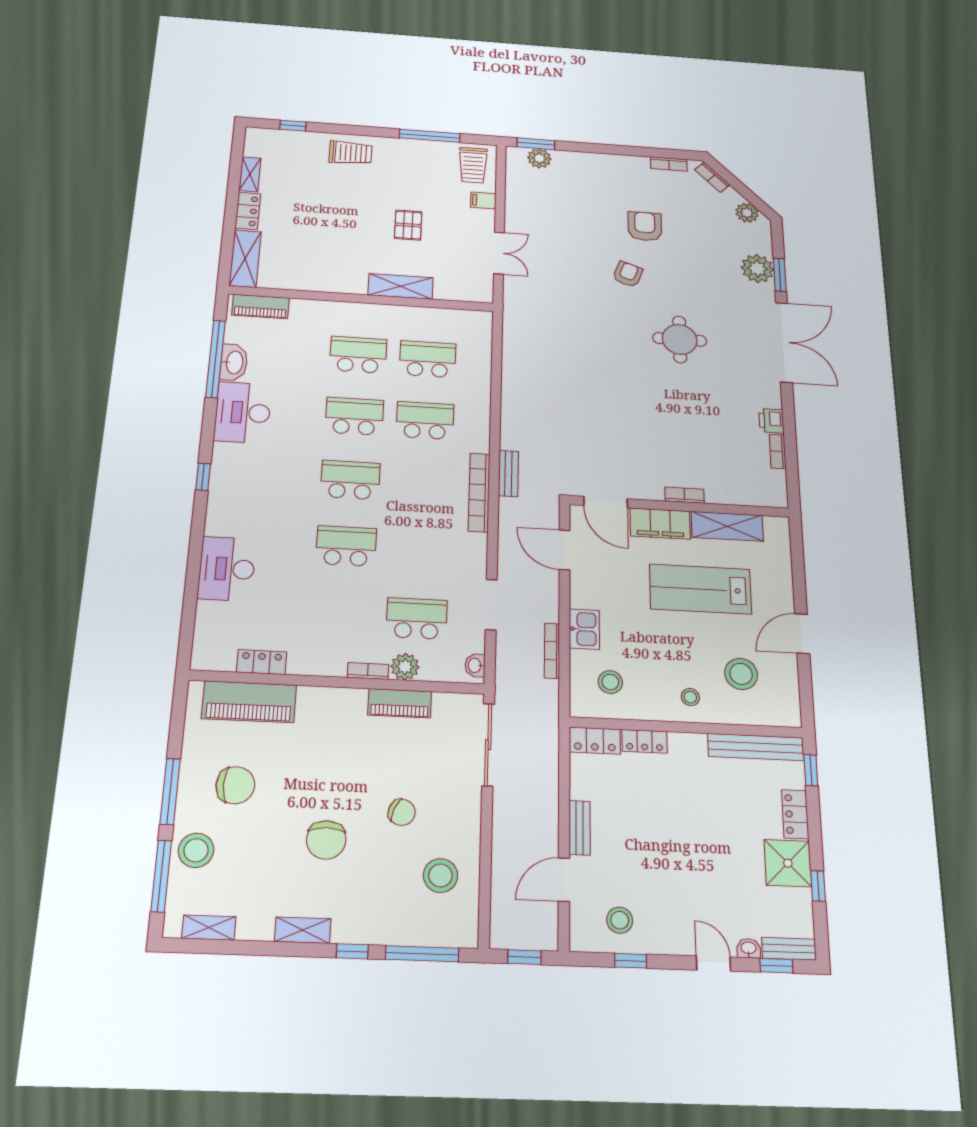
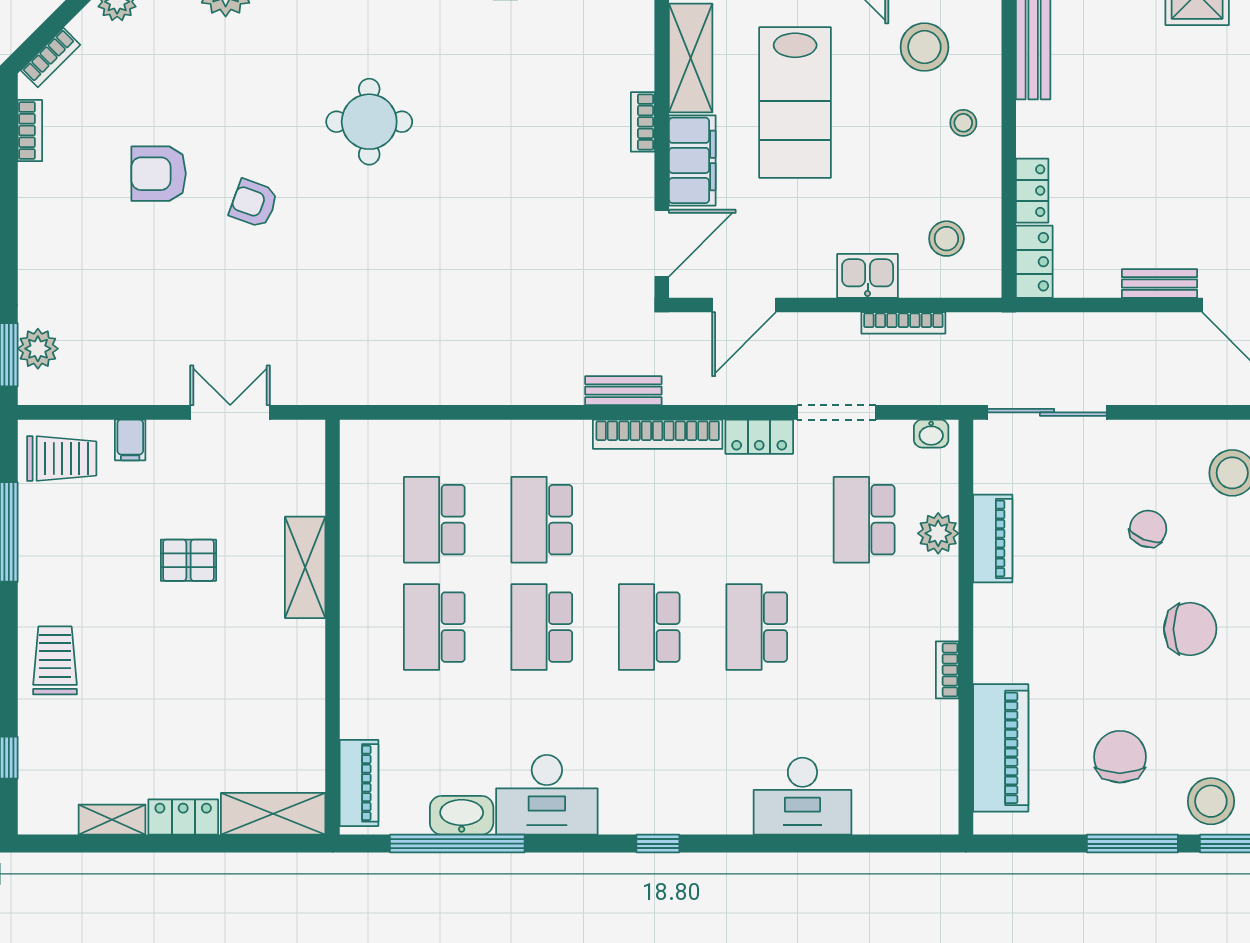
locker: (262, 662) -> (759, 437), moved, turned -90
bookcase: (368, 671) -> (947, 670), moved

